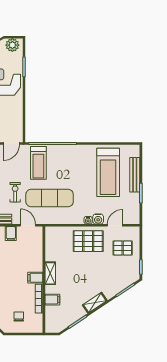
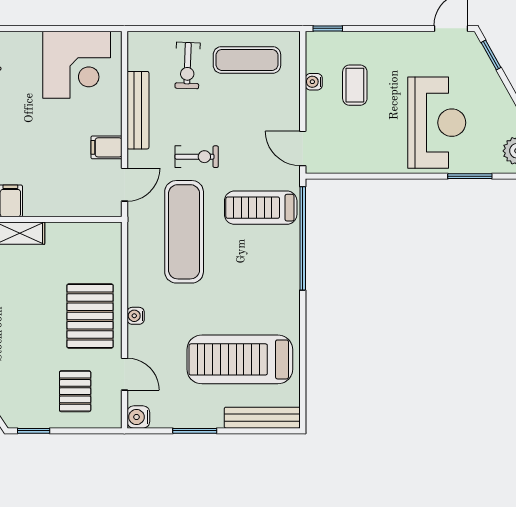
bench: (135, 175) -> (262, 418), moved
water cooler: (98, 219) -> (138, 417), moved

